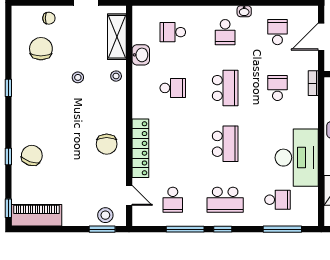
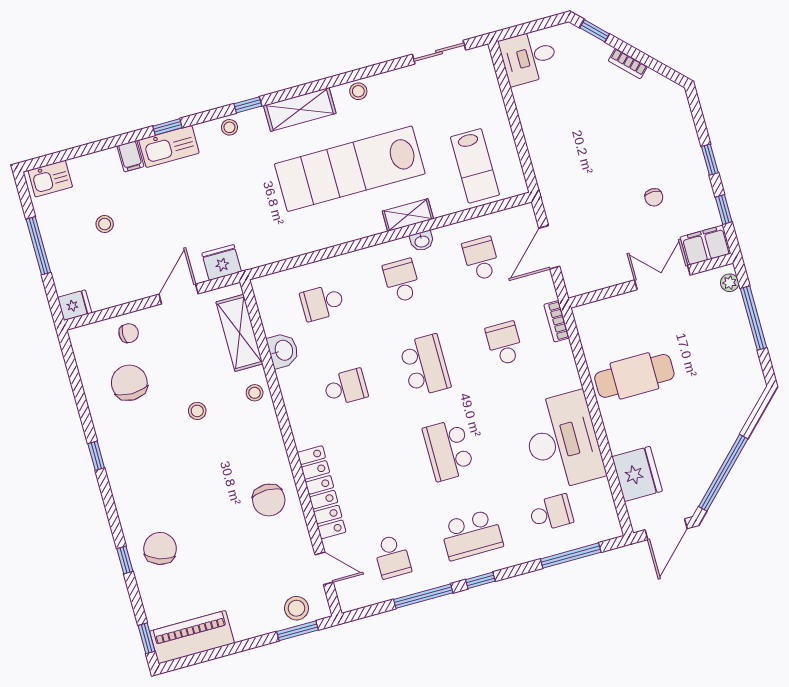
school desk: (225, 32) -> (402, 281), turned 180
school desk: (225, 144) -> (448, 450), turned 180

